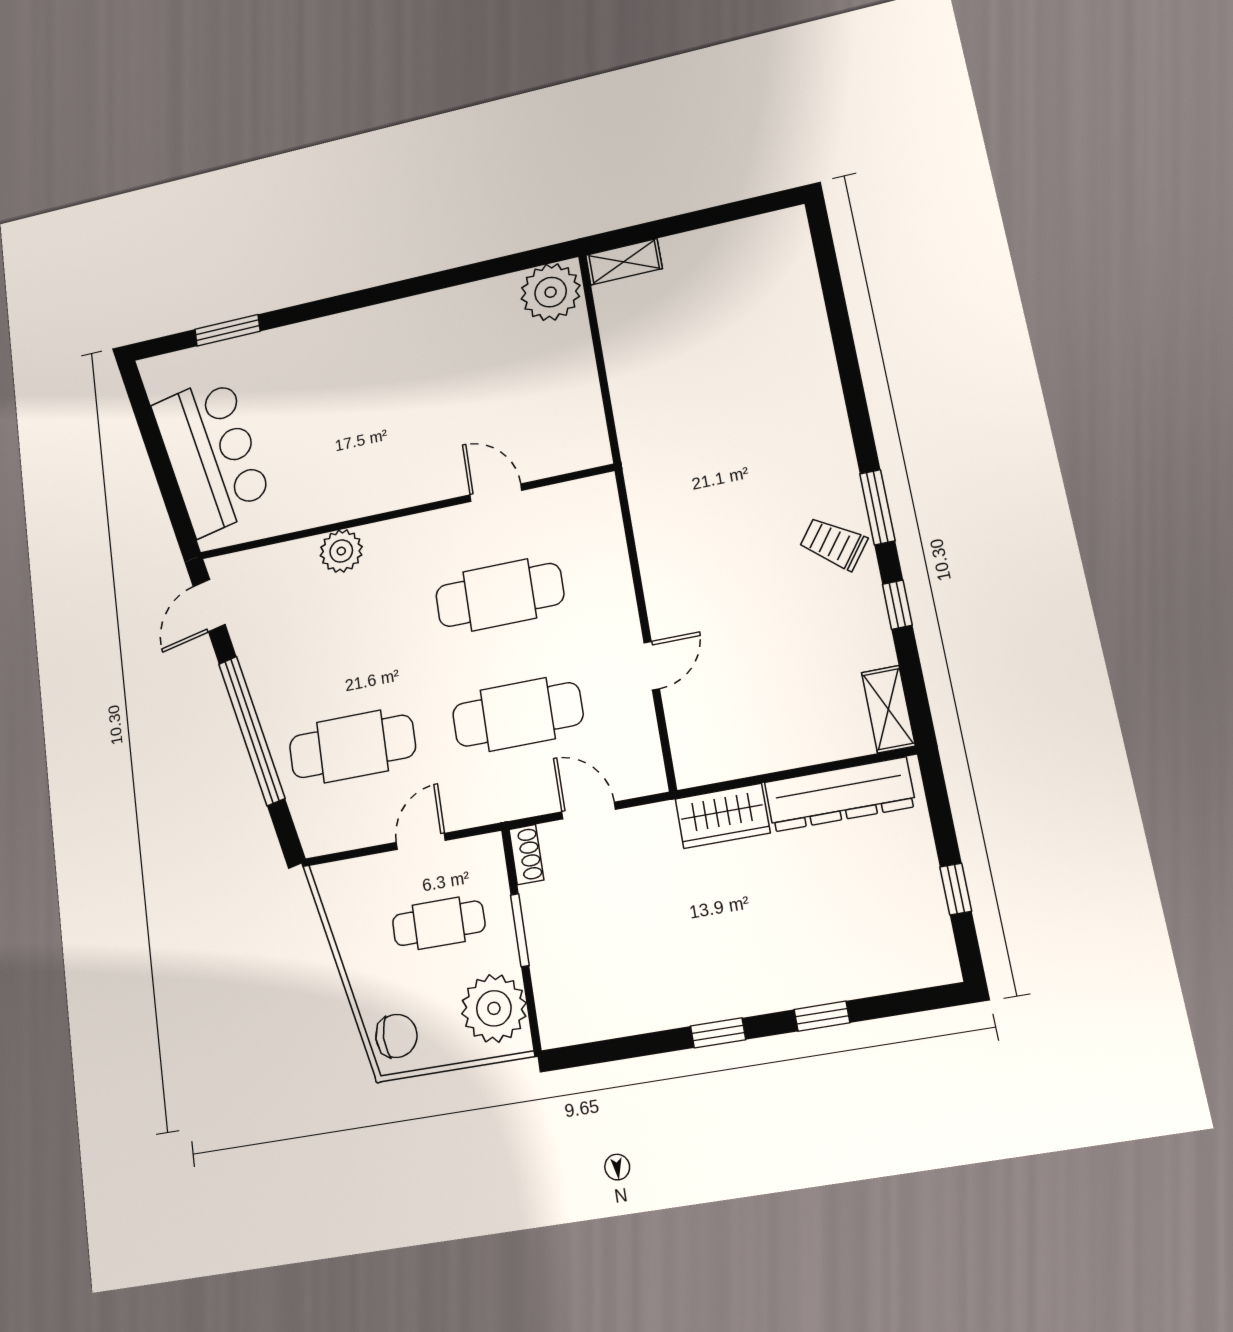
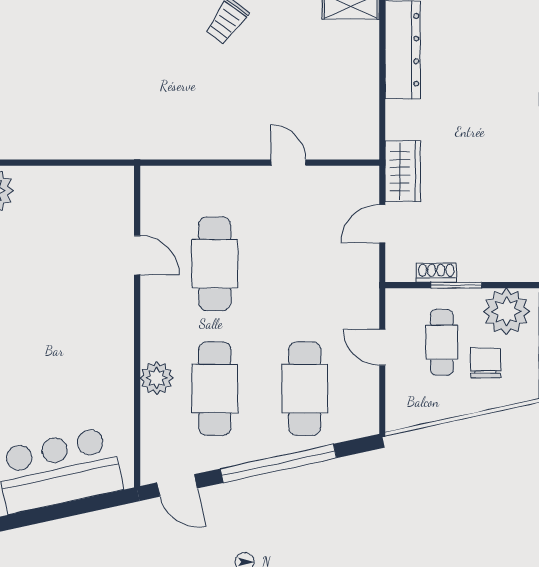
door: (496, 493) -> (137, 255), swing flipped
cafe table: (518, 714) -> (215, 389), moved
wardrobe: (723, 816) -> (403, 171), moved
shoe rack: (526, 855) -> (436, 273), moved
chair: (396, 1036) -> (486, 363), moved

